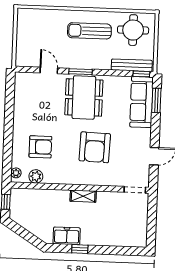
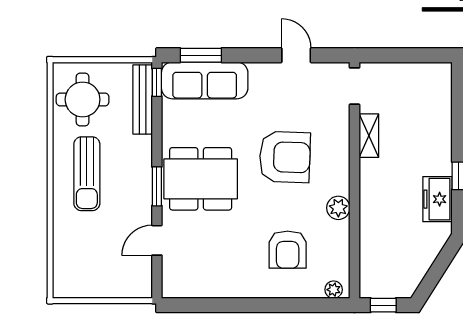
armchair: (40, 147) -> (288, 250), turned 180
plant: (36, 176) -> (338, 208), moved
shelving: (83, 196) -> (369, 136), moved

